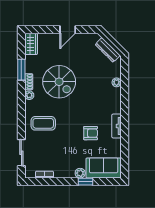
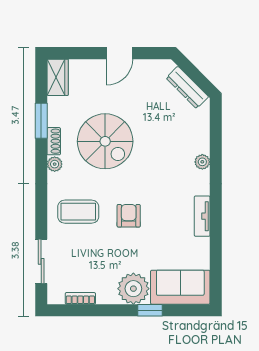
plant: (117, 82) -> (202, 162), moved
armchair: (91, 133) -> (129, 216), moved, turned -90
plant: (80, 173) -> (133, 289), width x1.87, depth x1.87

